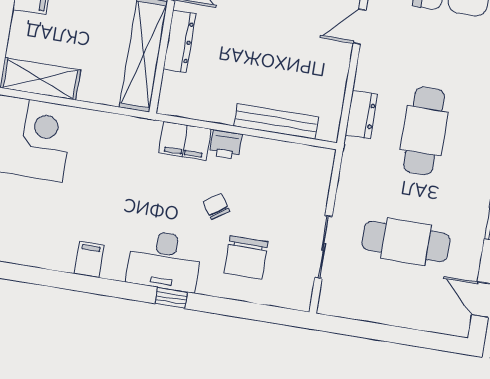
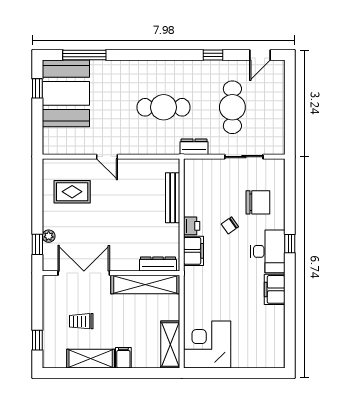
dresser: (179, 41) -> (158, 264), moved
dresser: (361, 115) -> (194, 147), moved
filing cabinet: (89, 260) -> (275, 289), width x2.00

